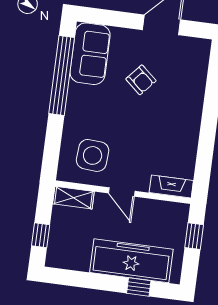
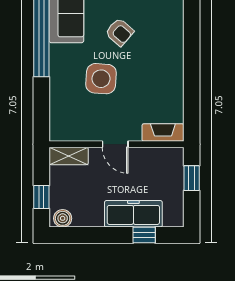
side table: (93, 155) -> (101, 79), moved
boiler: (59, 259) -> (63, 218), added
freezer: (131, 261) -> (133, 214), width x0.73, depth x0.79

